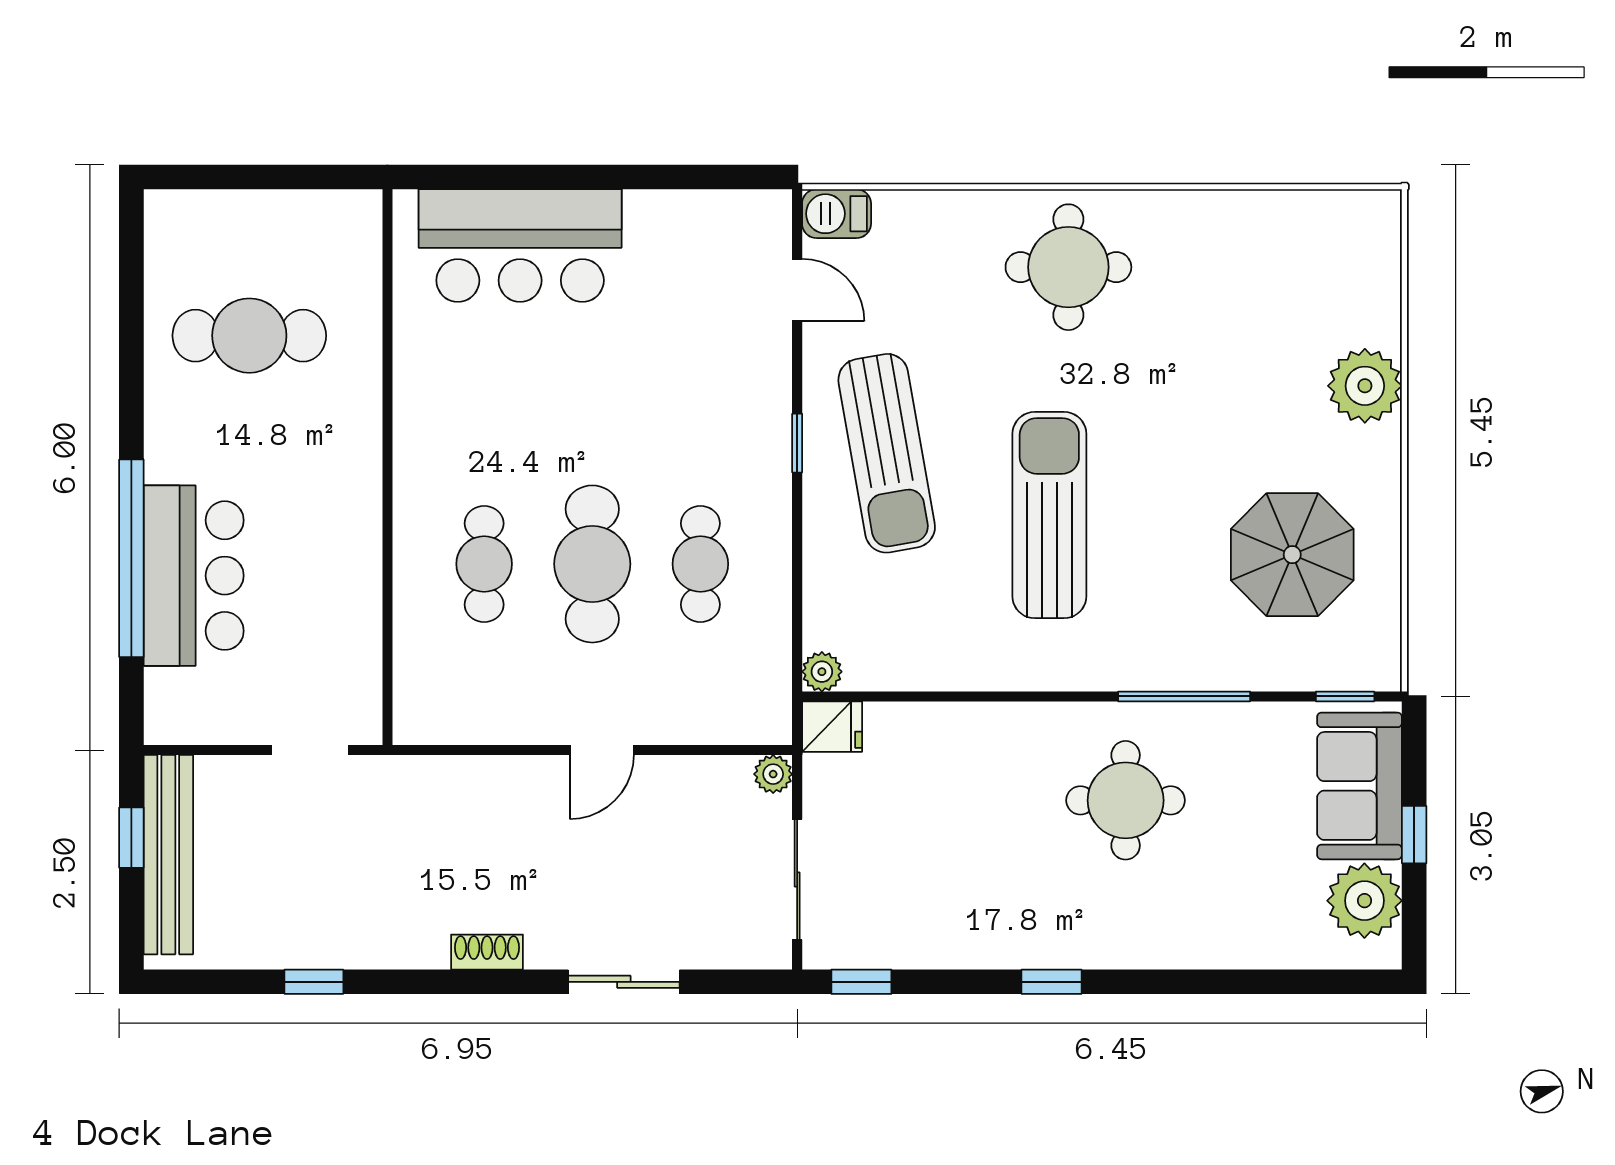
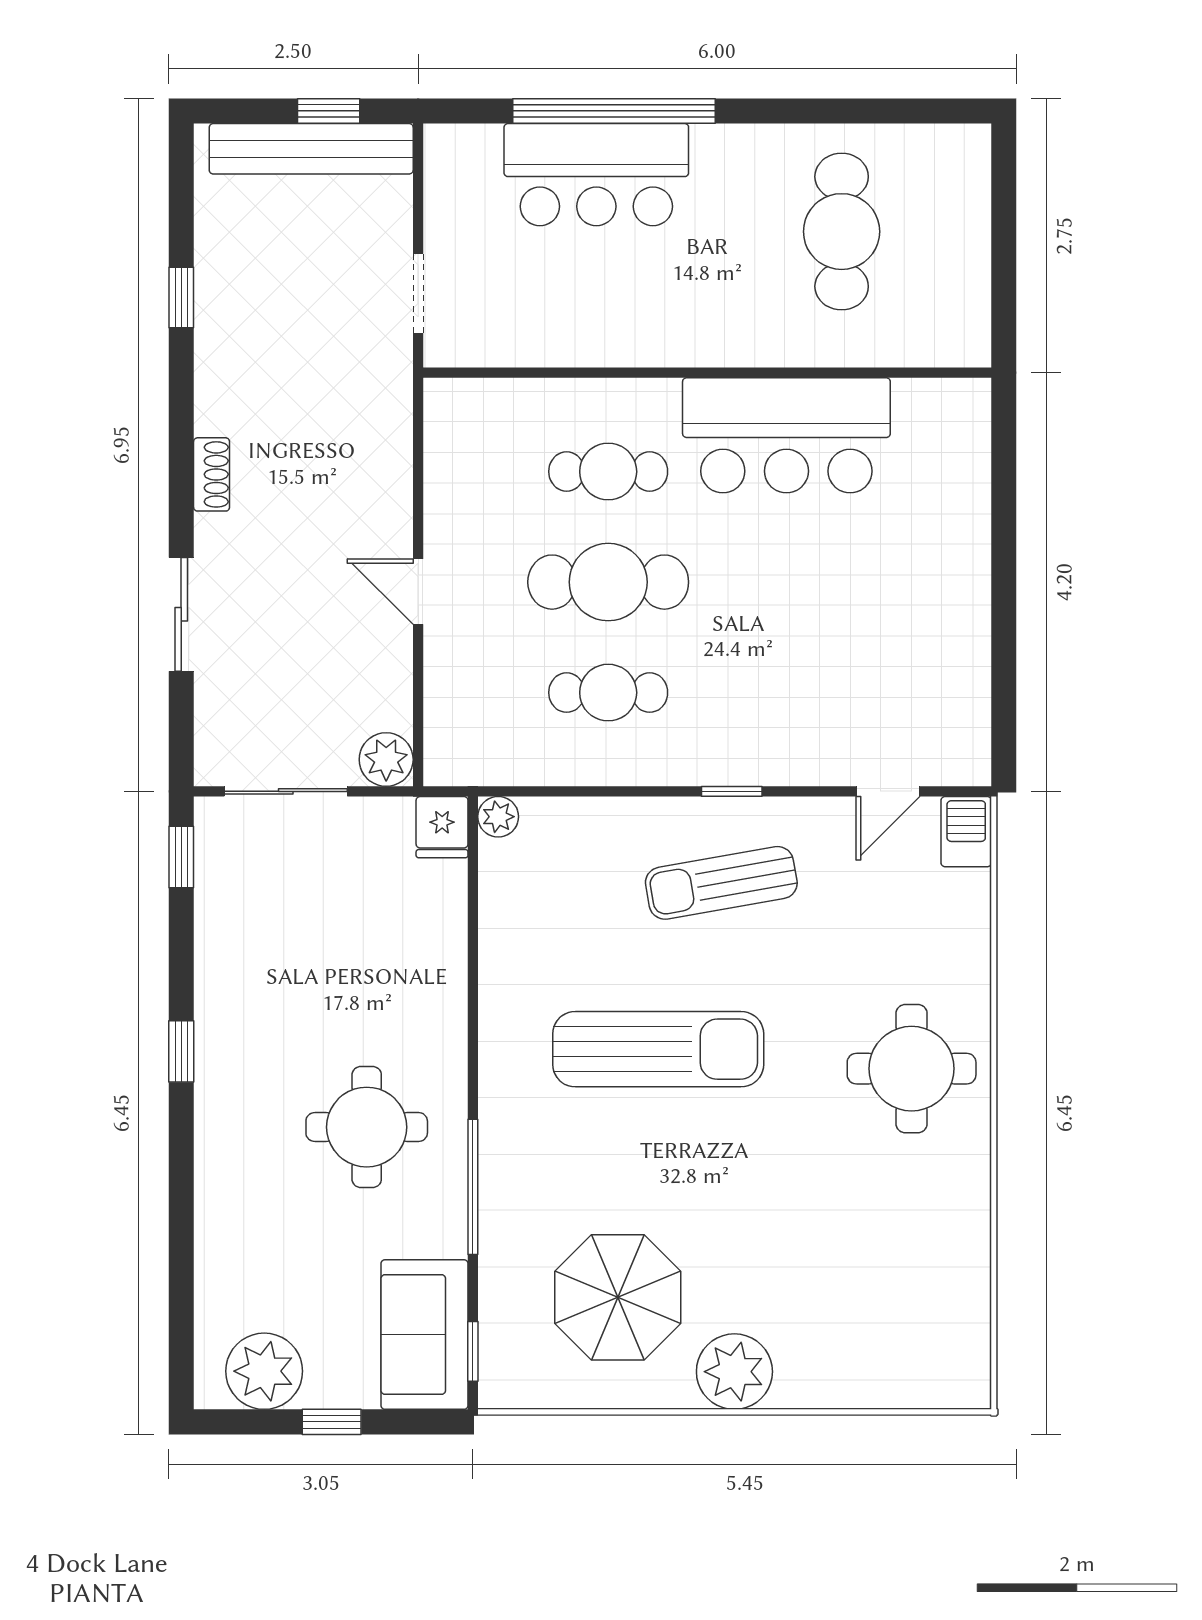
bar counter: (520, 246) -> (786, 435), moved, turned -90
plant: (1365, 386) -> (734, 1372), moved
sun lounger: (887, 453) -> (721, 883), width x0.73, depth x0.75
plant: (773, 774) -> (386, 760), width x1.38, depth x1.38
sofa: (1360, 786) -> (425, 1335), moved, turned -90

